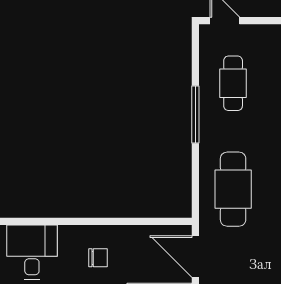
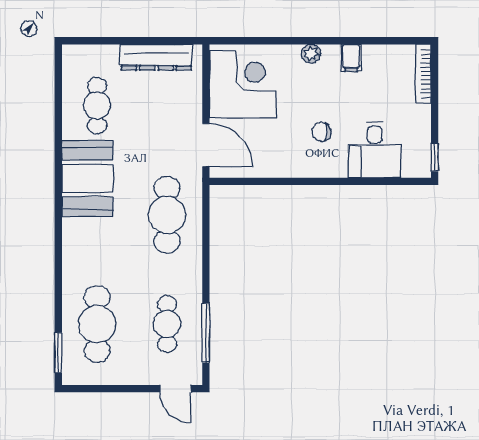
window: (195, 114) -> (206, 333), moved
chair: (98, 258) -> (321, 132), moved

